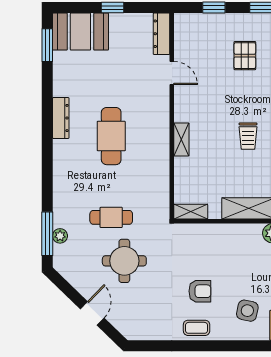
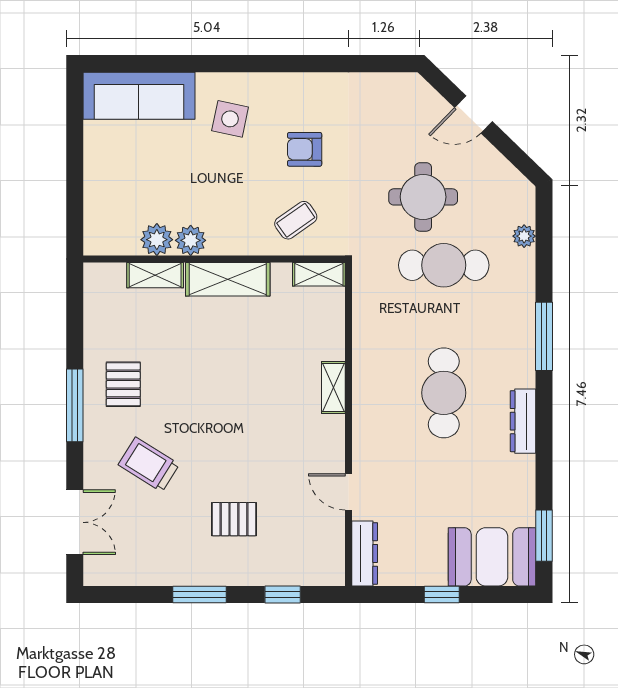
pallet: (245, 56) -> (234, 519), turned 90
trolley: (248, 136) -> (229, 393), removed
cafe table: (111, 217) -> (444, 265), width x1.37, depth x1.35
window: (47, 234) -> (544, 336), moved
door: (92, 313) -> (473, 114), hinge flipped
coffee table: (197, 328) -> (296, 220), moved, turned -35

